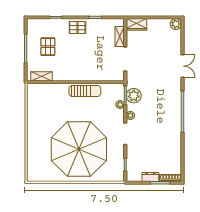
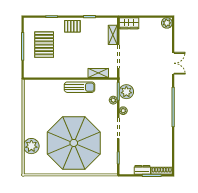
pallet: (48, 47) -> (44, 45), width x1.50, depth x1.42
shelving: (42, 76) -> (98, 73), moved
plant: (35, 152) -> (31, 146), added

